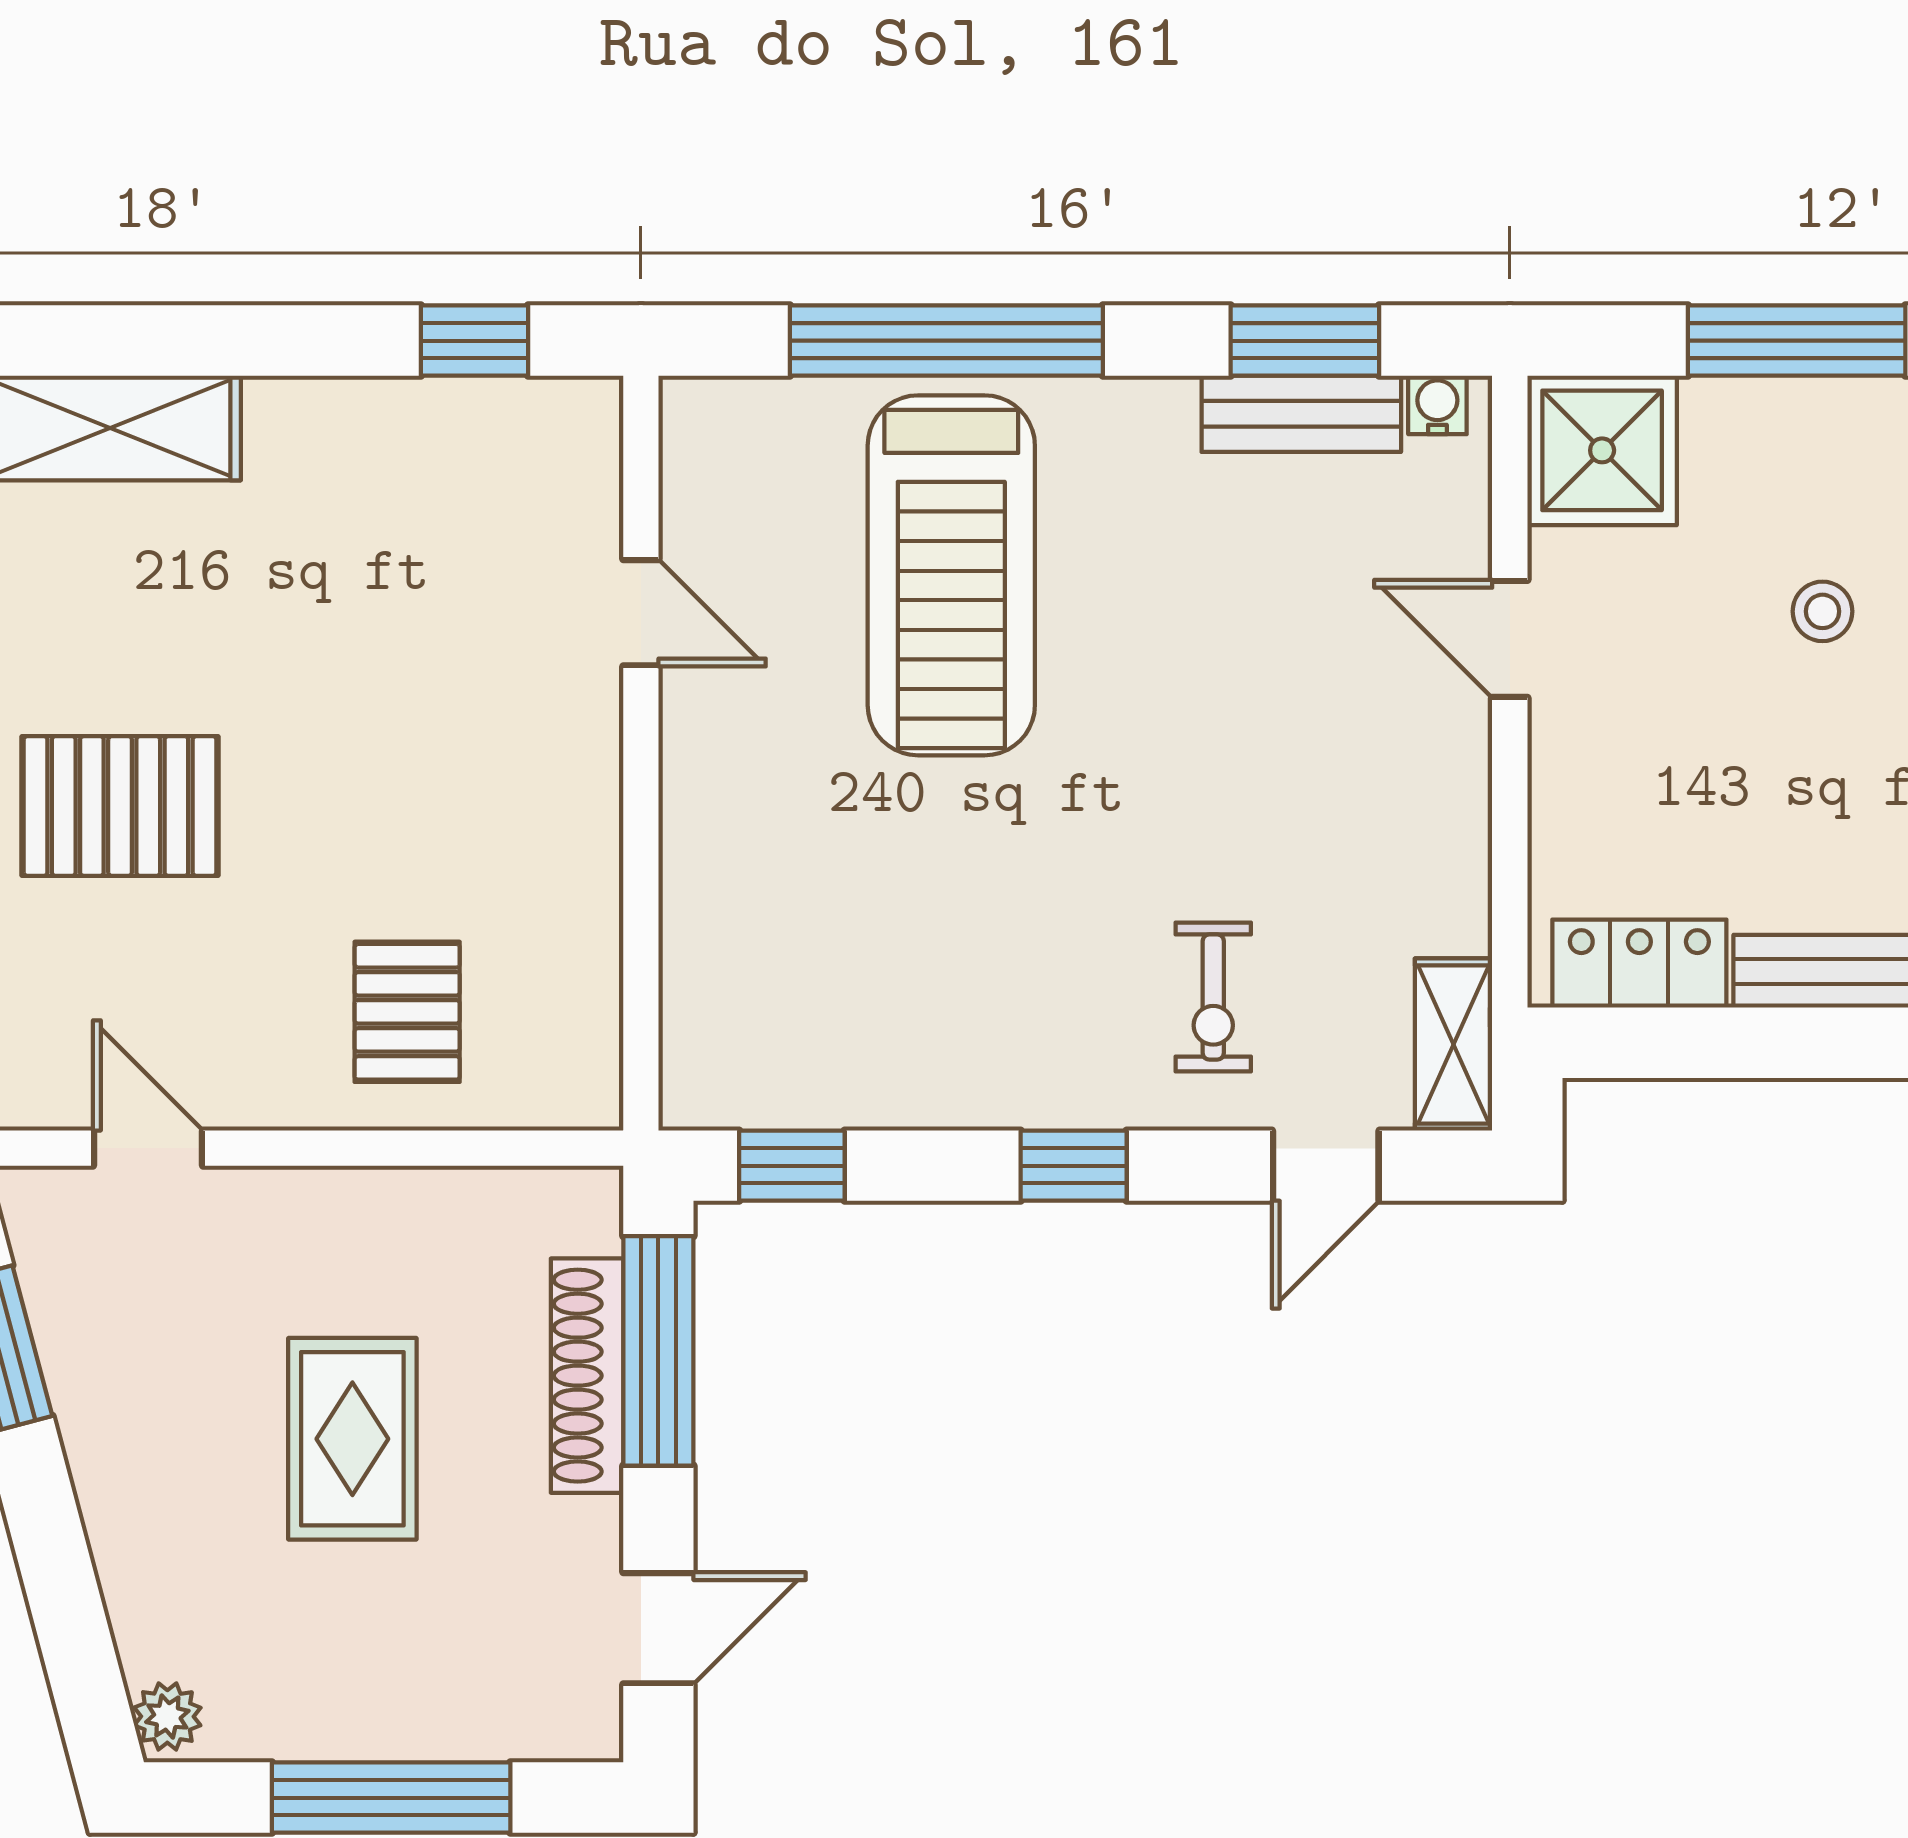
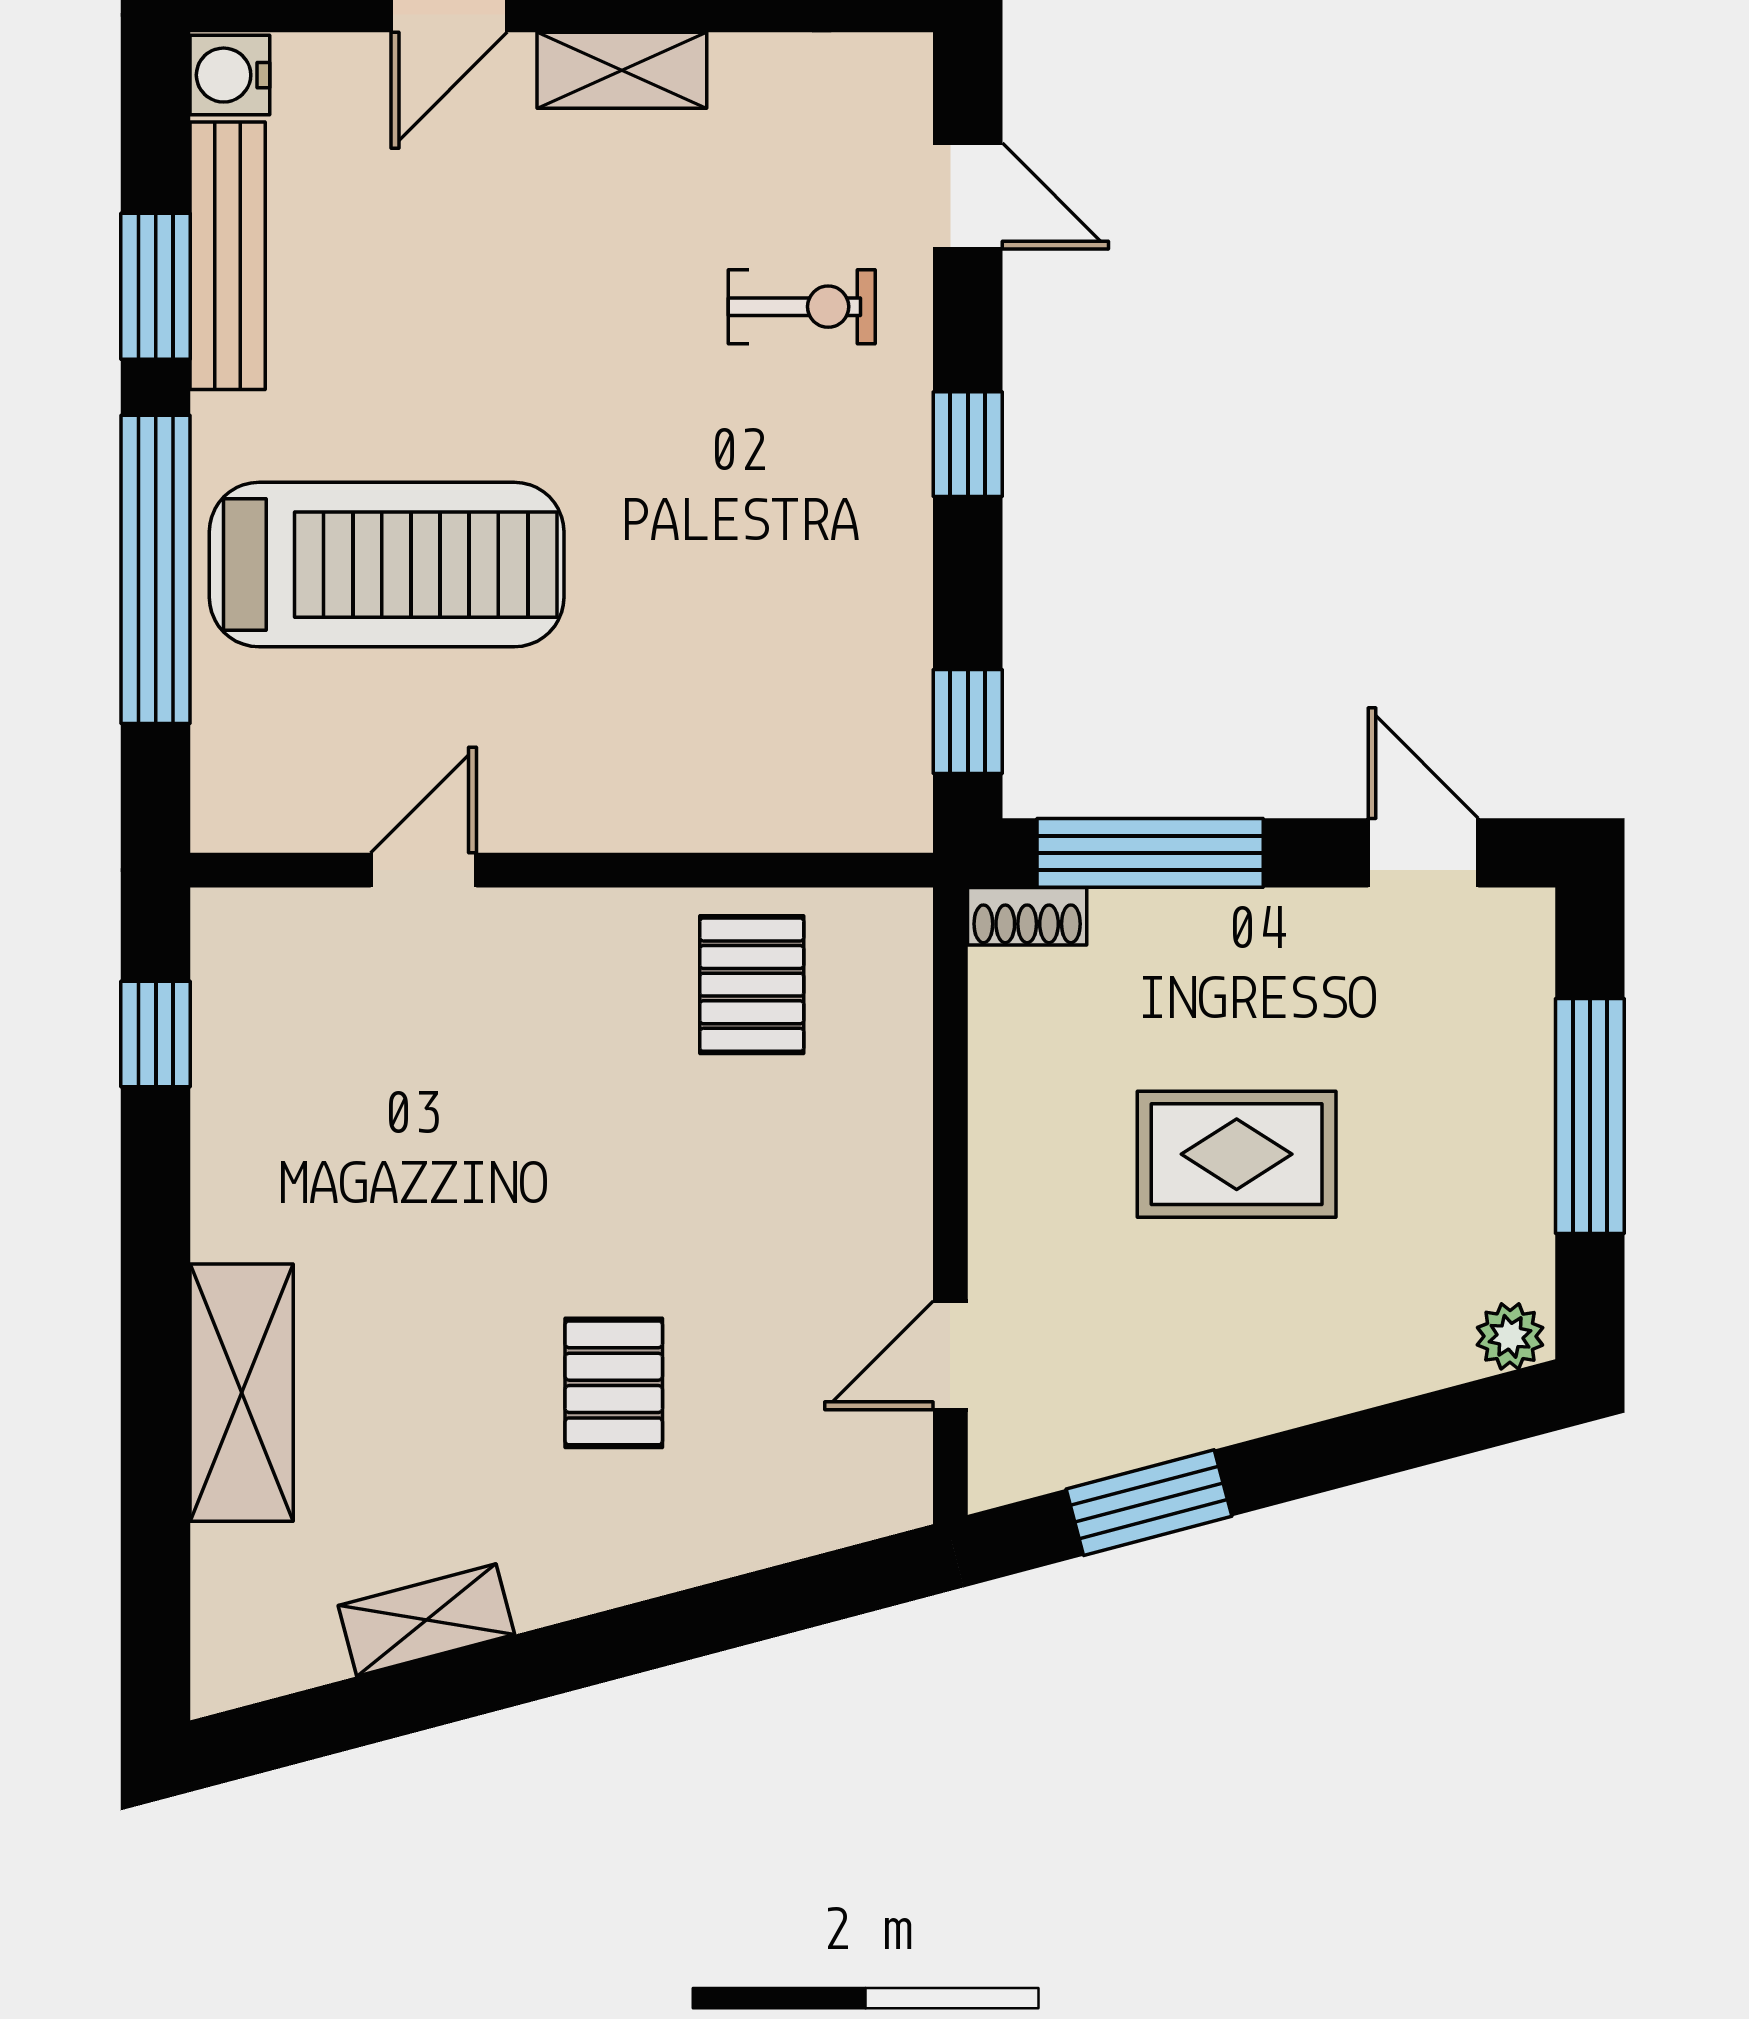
window: (1305, 341) -> (156, 286), moved
water cooler: (1437, 405) -> (230, 75), width x1.38, depth x1.38
bench: (1301, 414) -> (228, 256), width x1.36
pallet: (120, 806) -> (614, 1383), width x0.67, depth x0.71
pallet: (407, 1012) -> (752, 985), moved, turned 90
shelving: (1454, 1044) -> (622, 70), moved
shoe rack: (587, 1376) -> (1027, 916), moved, width x0.51, depth x0.81

